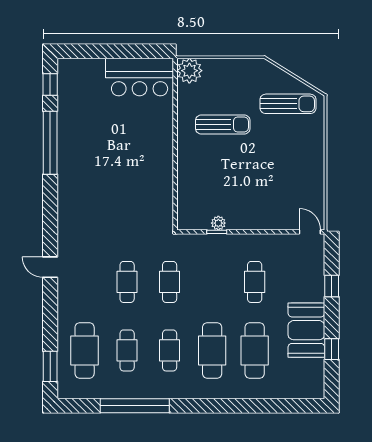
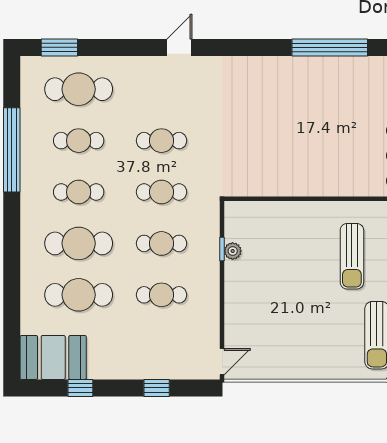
cafe table: (212, 282) -> (161, 243), added
booth: (306, 330) -> (53, 357), moved

